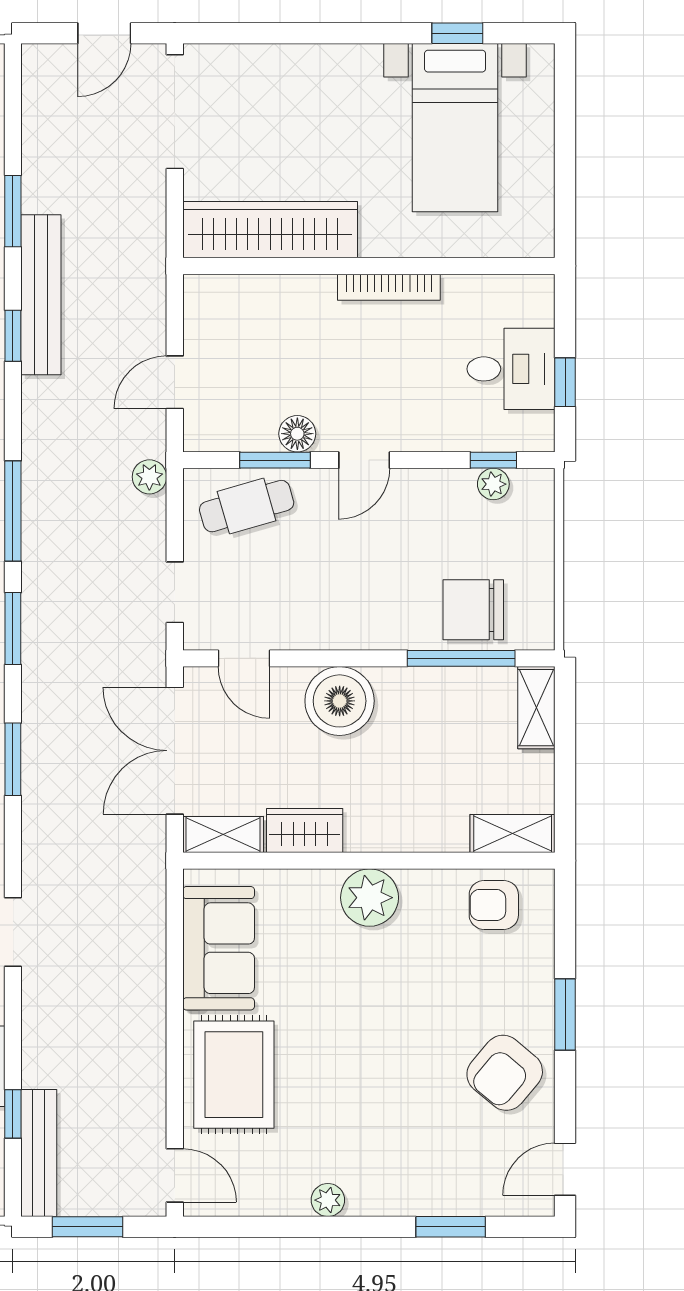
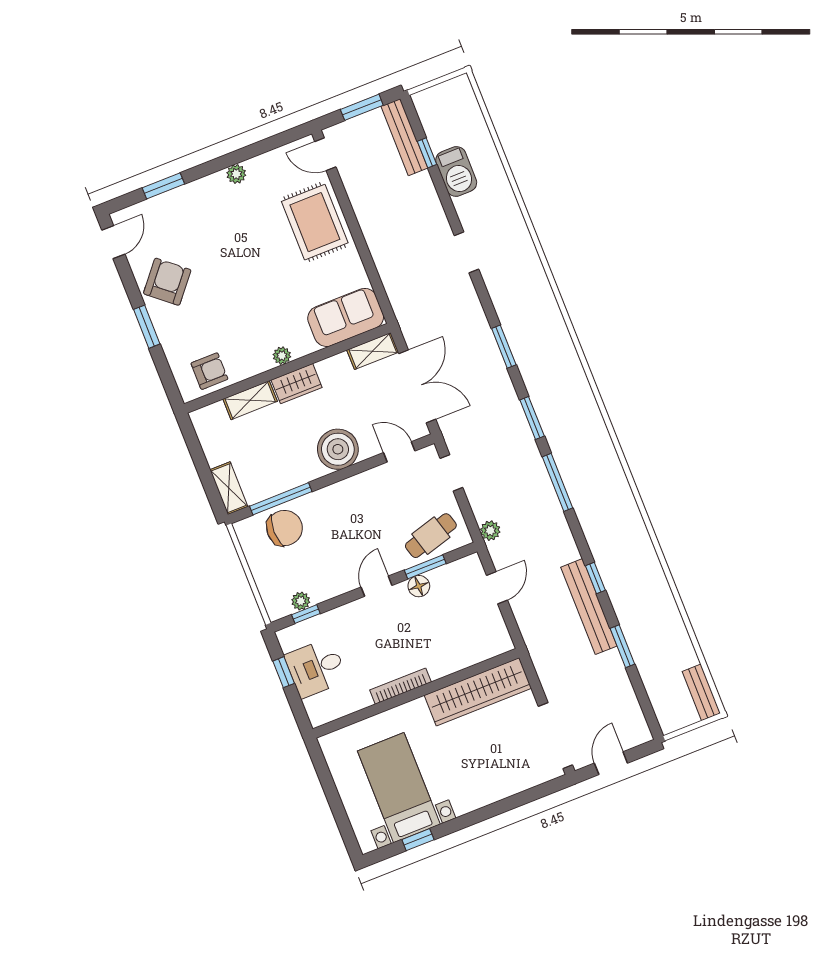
wardrobe: (305, 830) -> (297, 384), moved
shelving: (513, 833) -> (250, 400), moved
plant: (370, 898) -> (282, 356), width x0.53, depth x0.53
sofa: (219, 948) -> (346, 317), moved, turned 90

